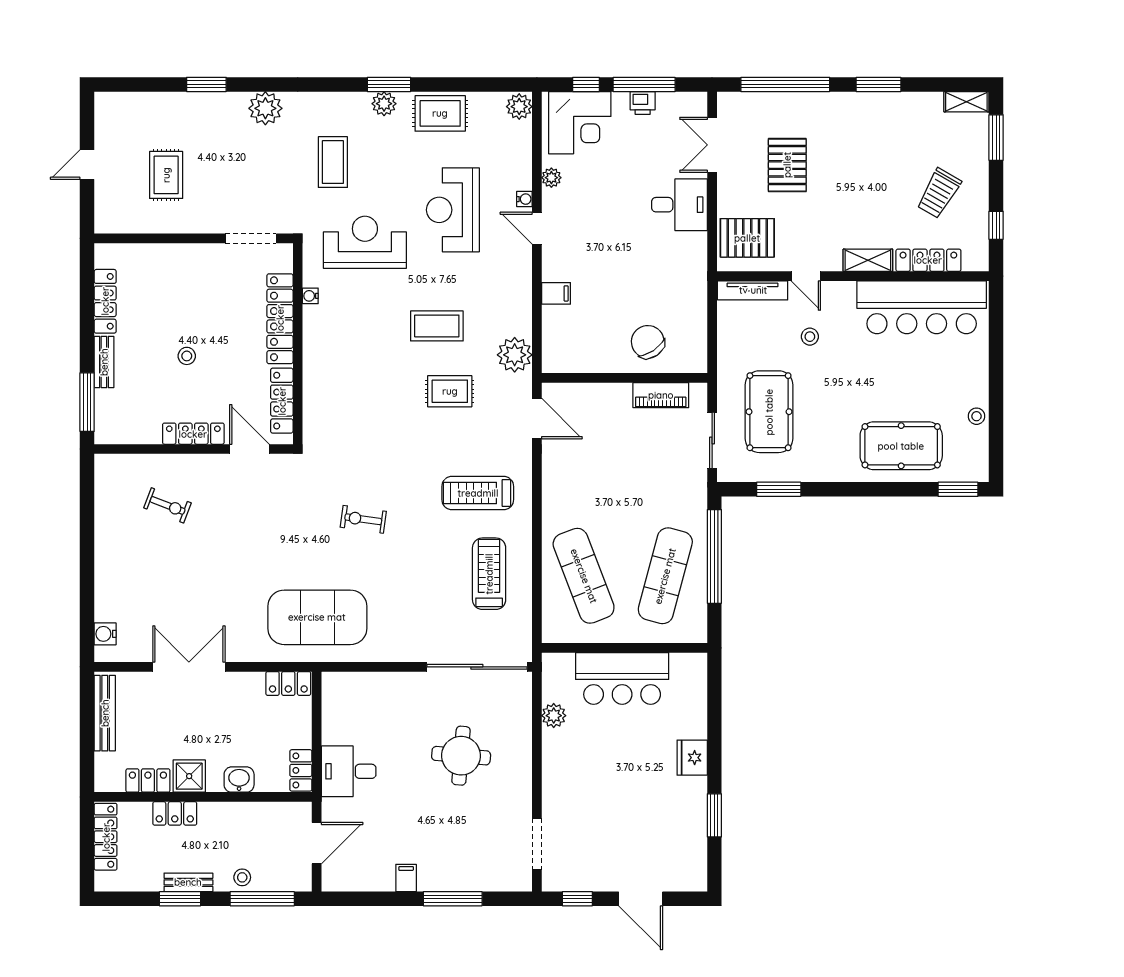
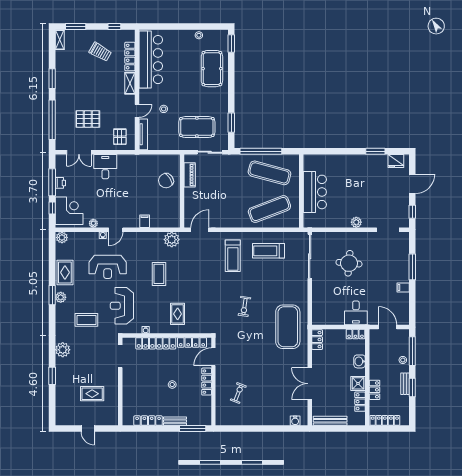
pallet: (747, 238) -> (120, 137), width x0.67, depth x0.71
rug: (450, 391) -> (178, 314), moved
plant: (554, 716) -> (356, 222), moved
fridge: (692, 758) -> (396, 161), moved

